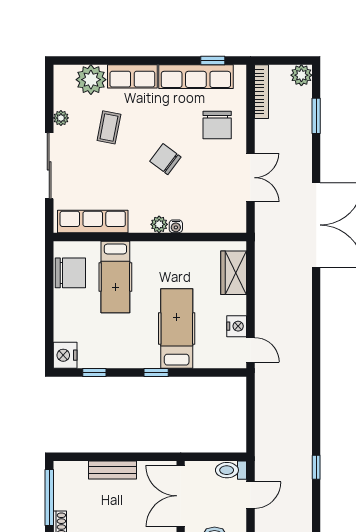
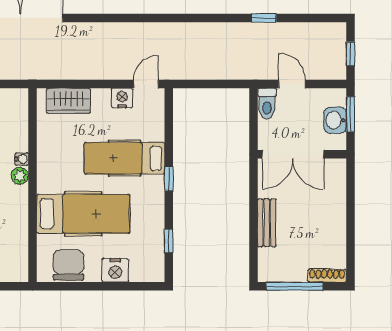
row of seats: (93, 222) -> (17, 243), removed
hospital bed: (115, 277) -> (83, 214), width x1.37, depth x1.29
nightstand: (65, 355) -> (115, 270), moved

